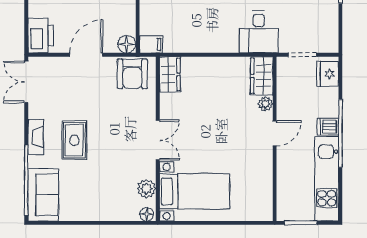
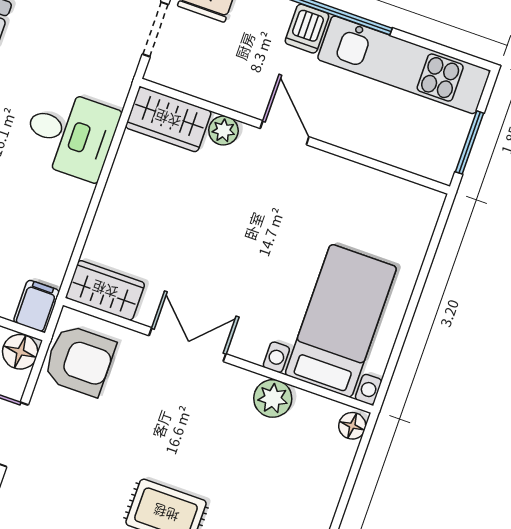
desk: (259, 32) -> (70, 134), moved
double door: (158, 140) -> (187, 345), moved
plant: (146, 189) -> (273, 398), moved

